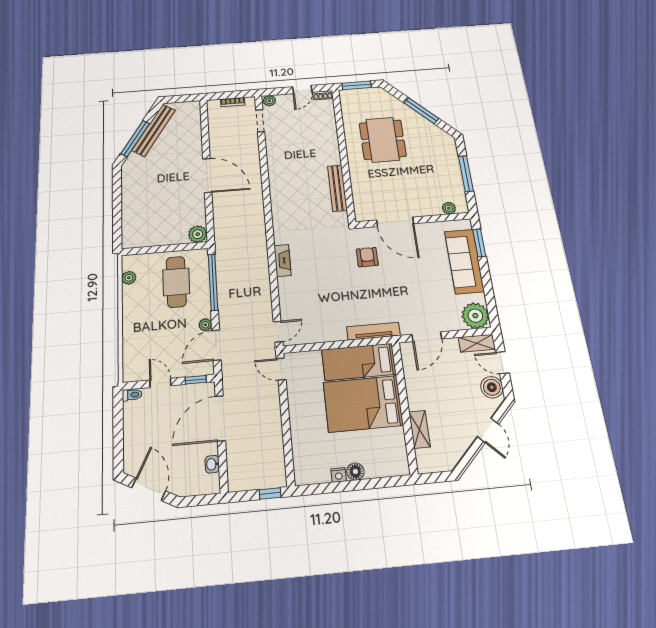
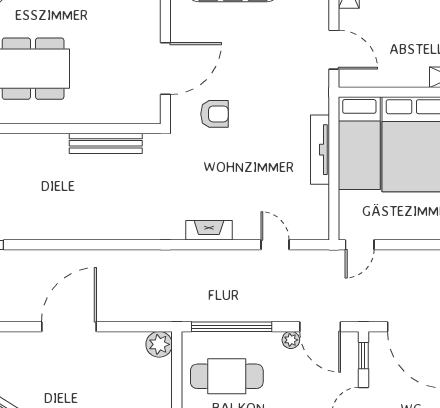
armchair: (367, 257) -> (215, 114), turned 180
tv unit: (373, 331) -> (320, 150), moved
door: (278, 332) -> (275, 245), moved

